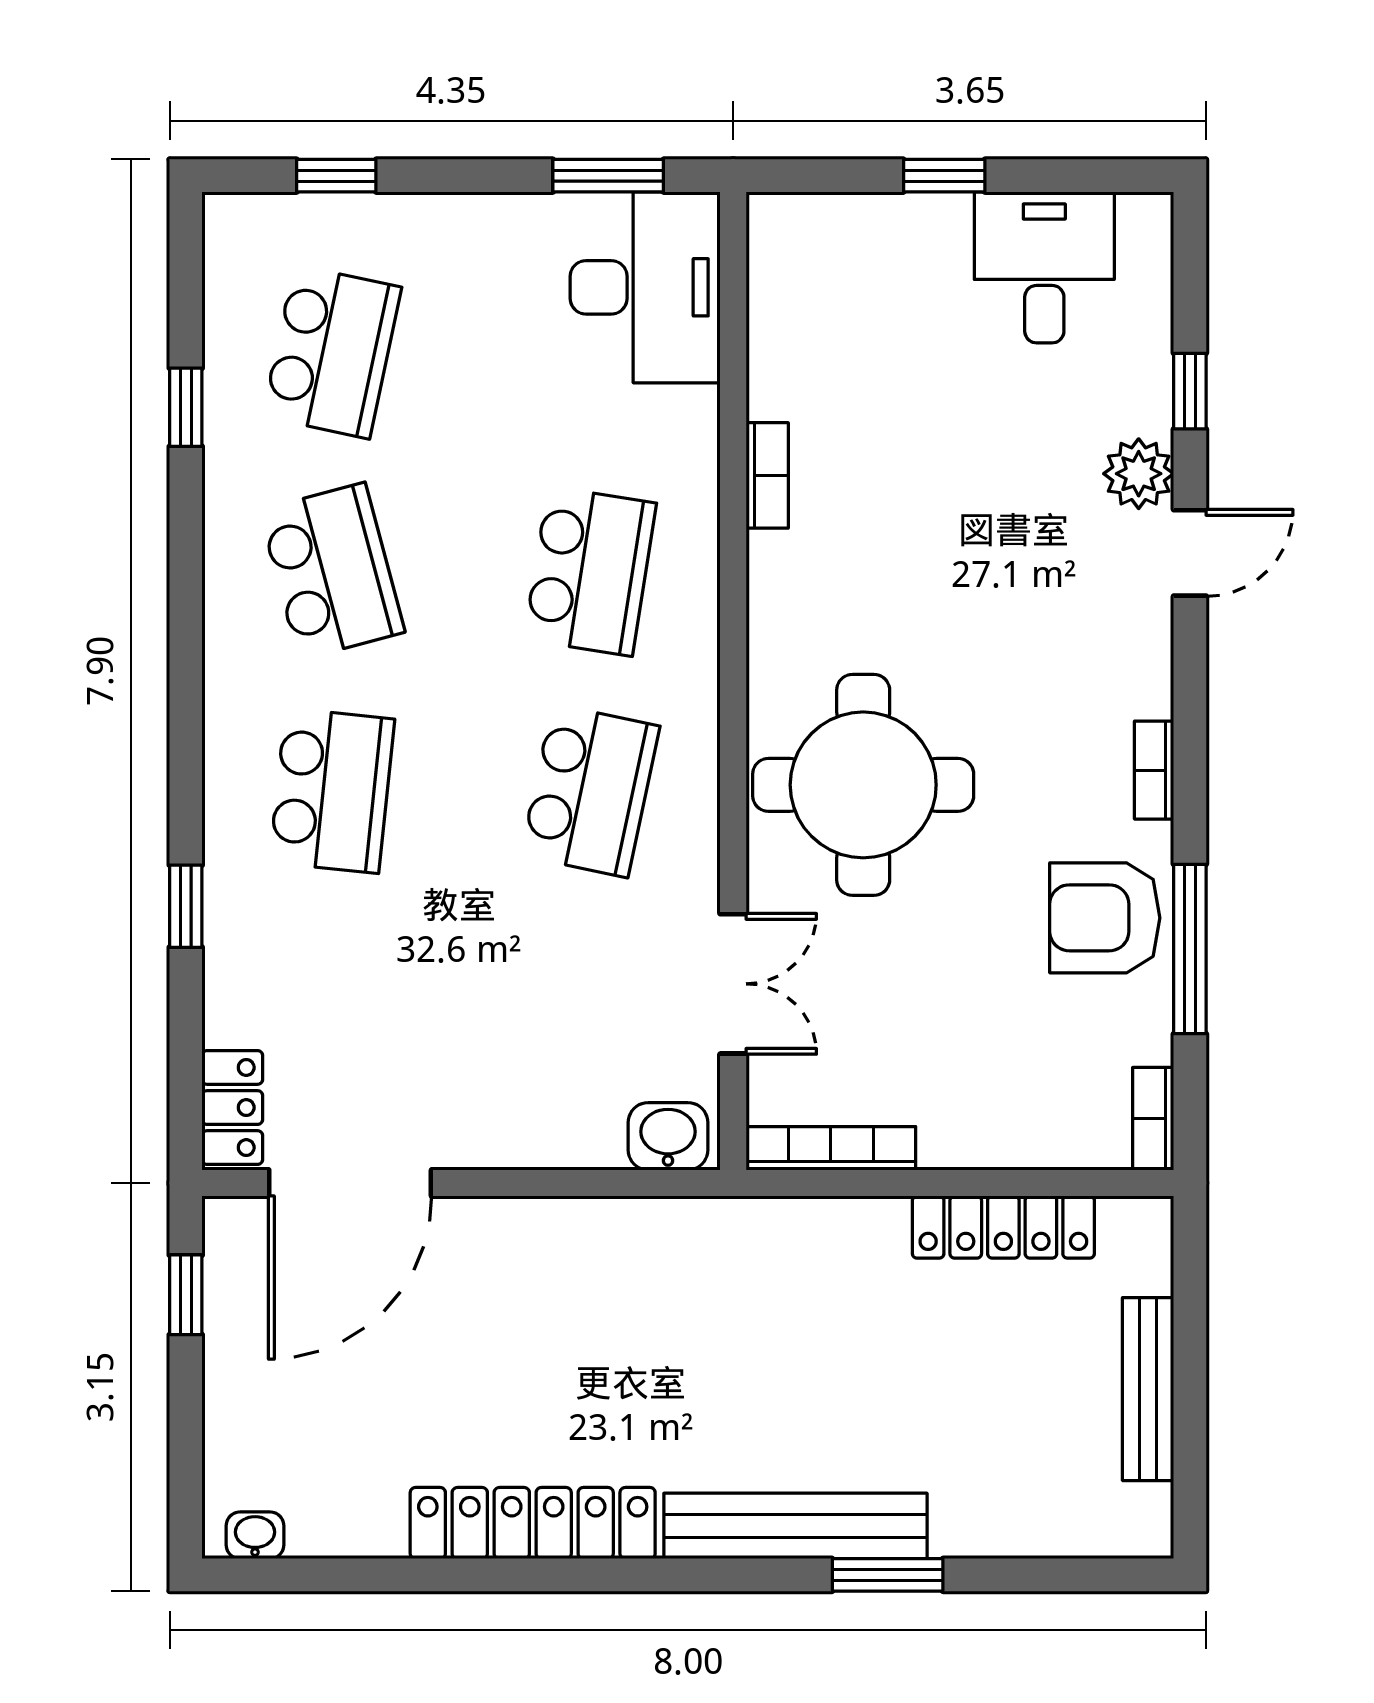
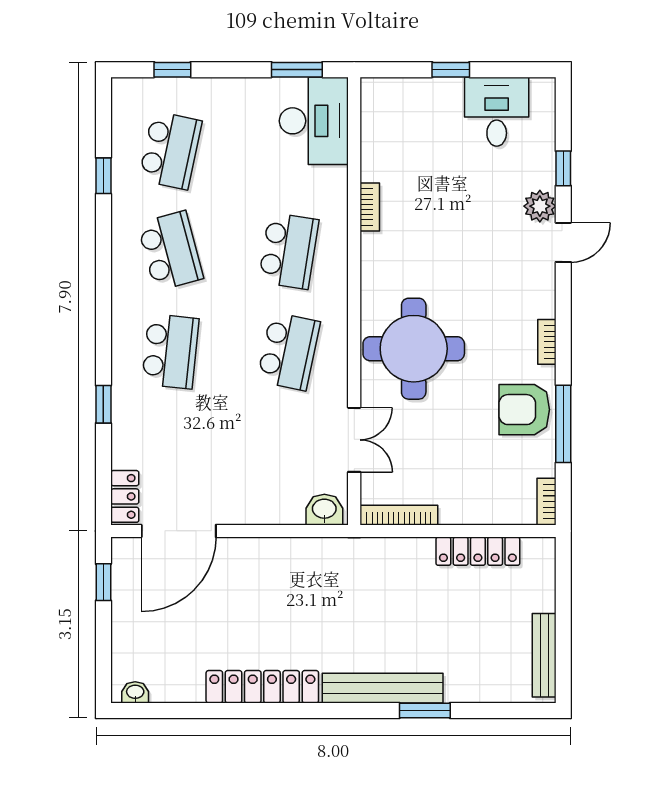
bench: (1148, 1389) -> (544, 655), moved

